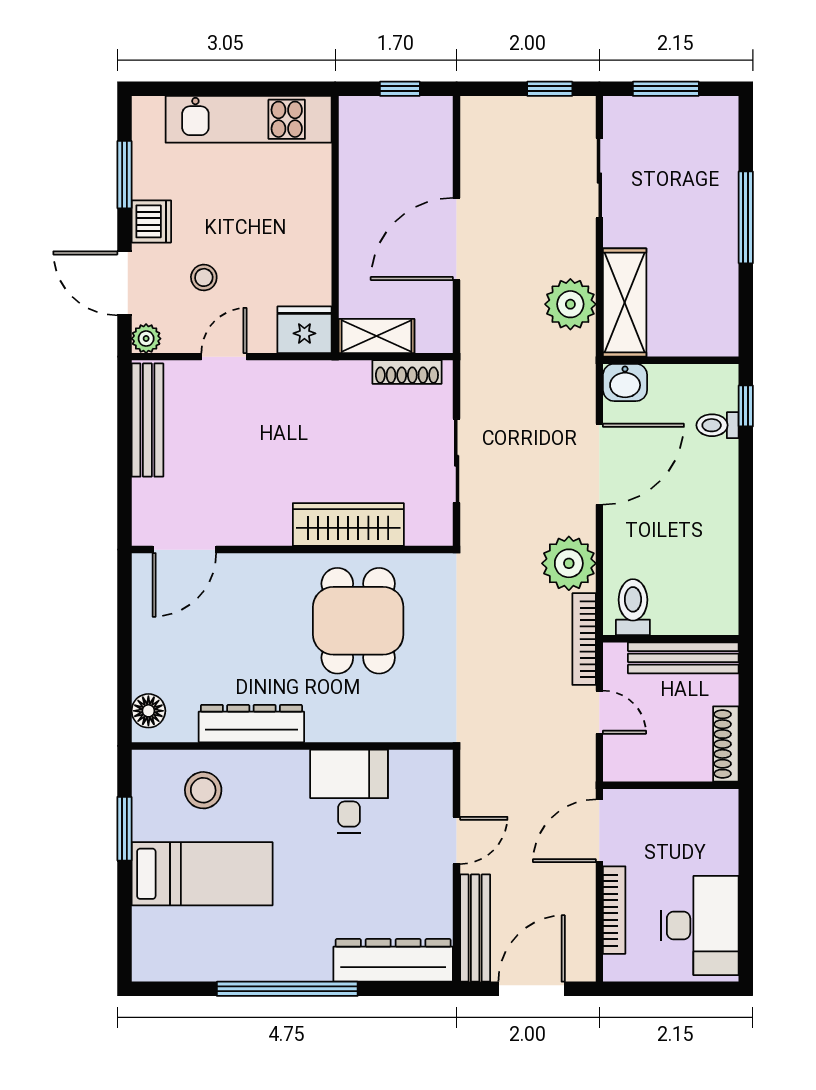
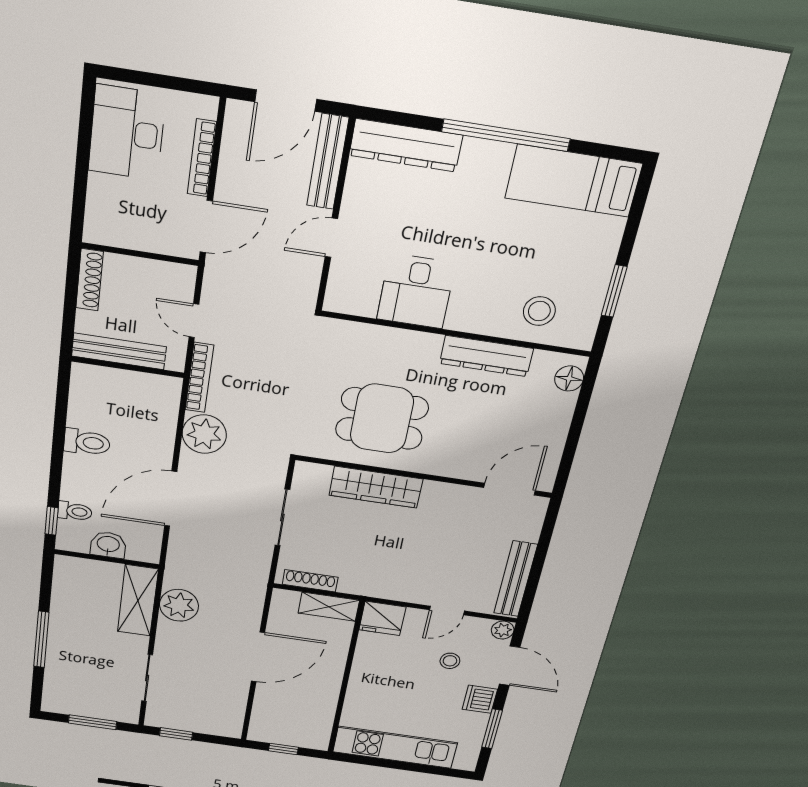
washbasin: (625, 382) -> (108, 545), moved
toilet: (633, 607) -> (87, 442), moved, turned -90
dining table: (358, 621) -> (382, 419), turned 90
bed: (202, 874) -> (573, 181), moved

